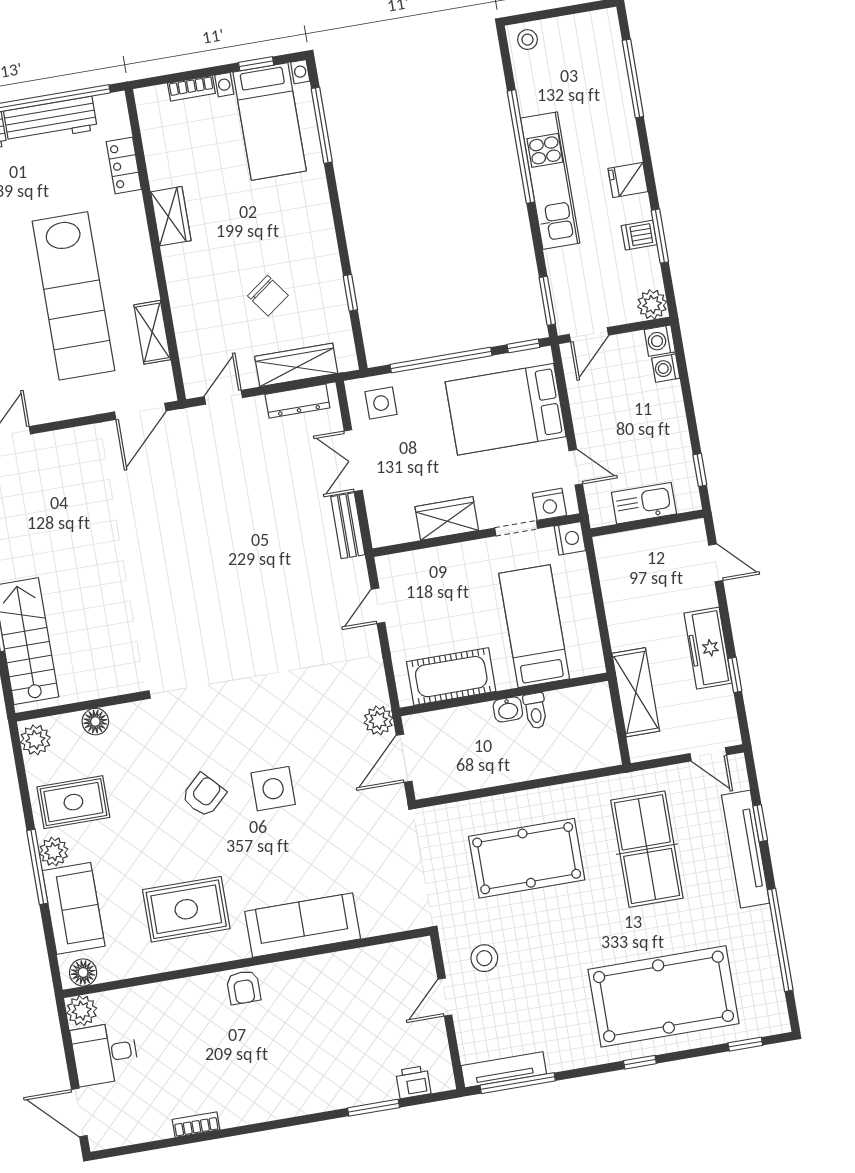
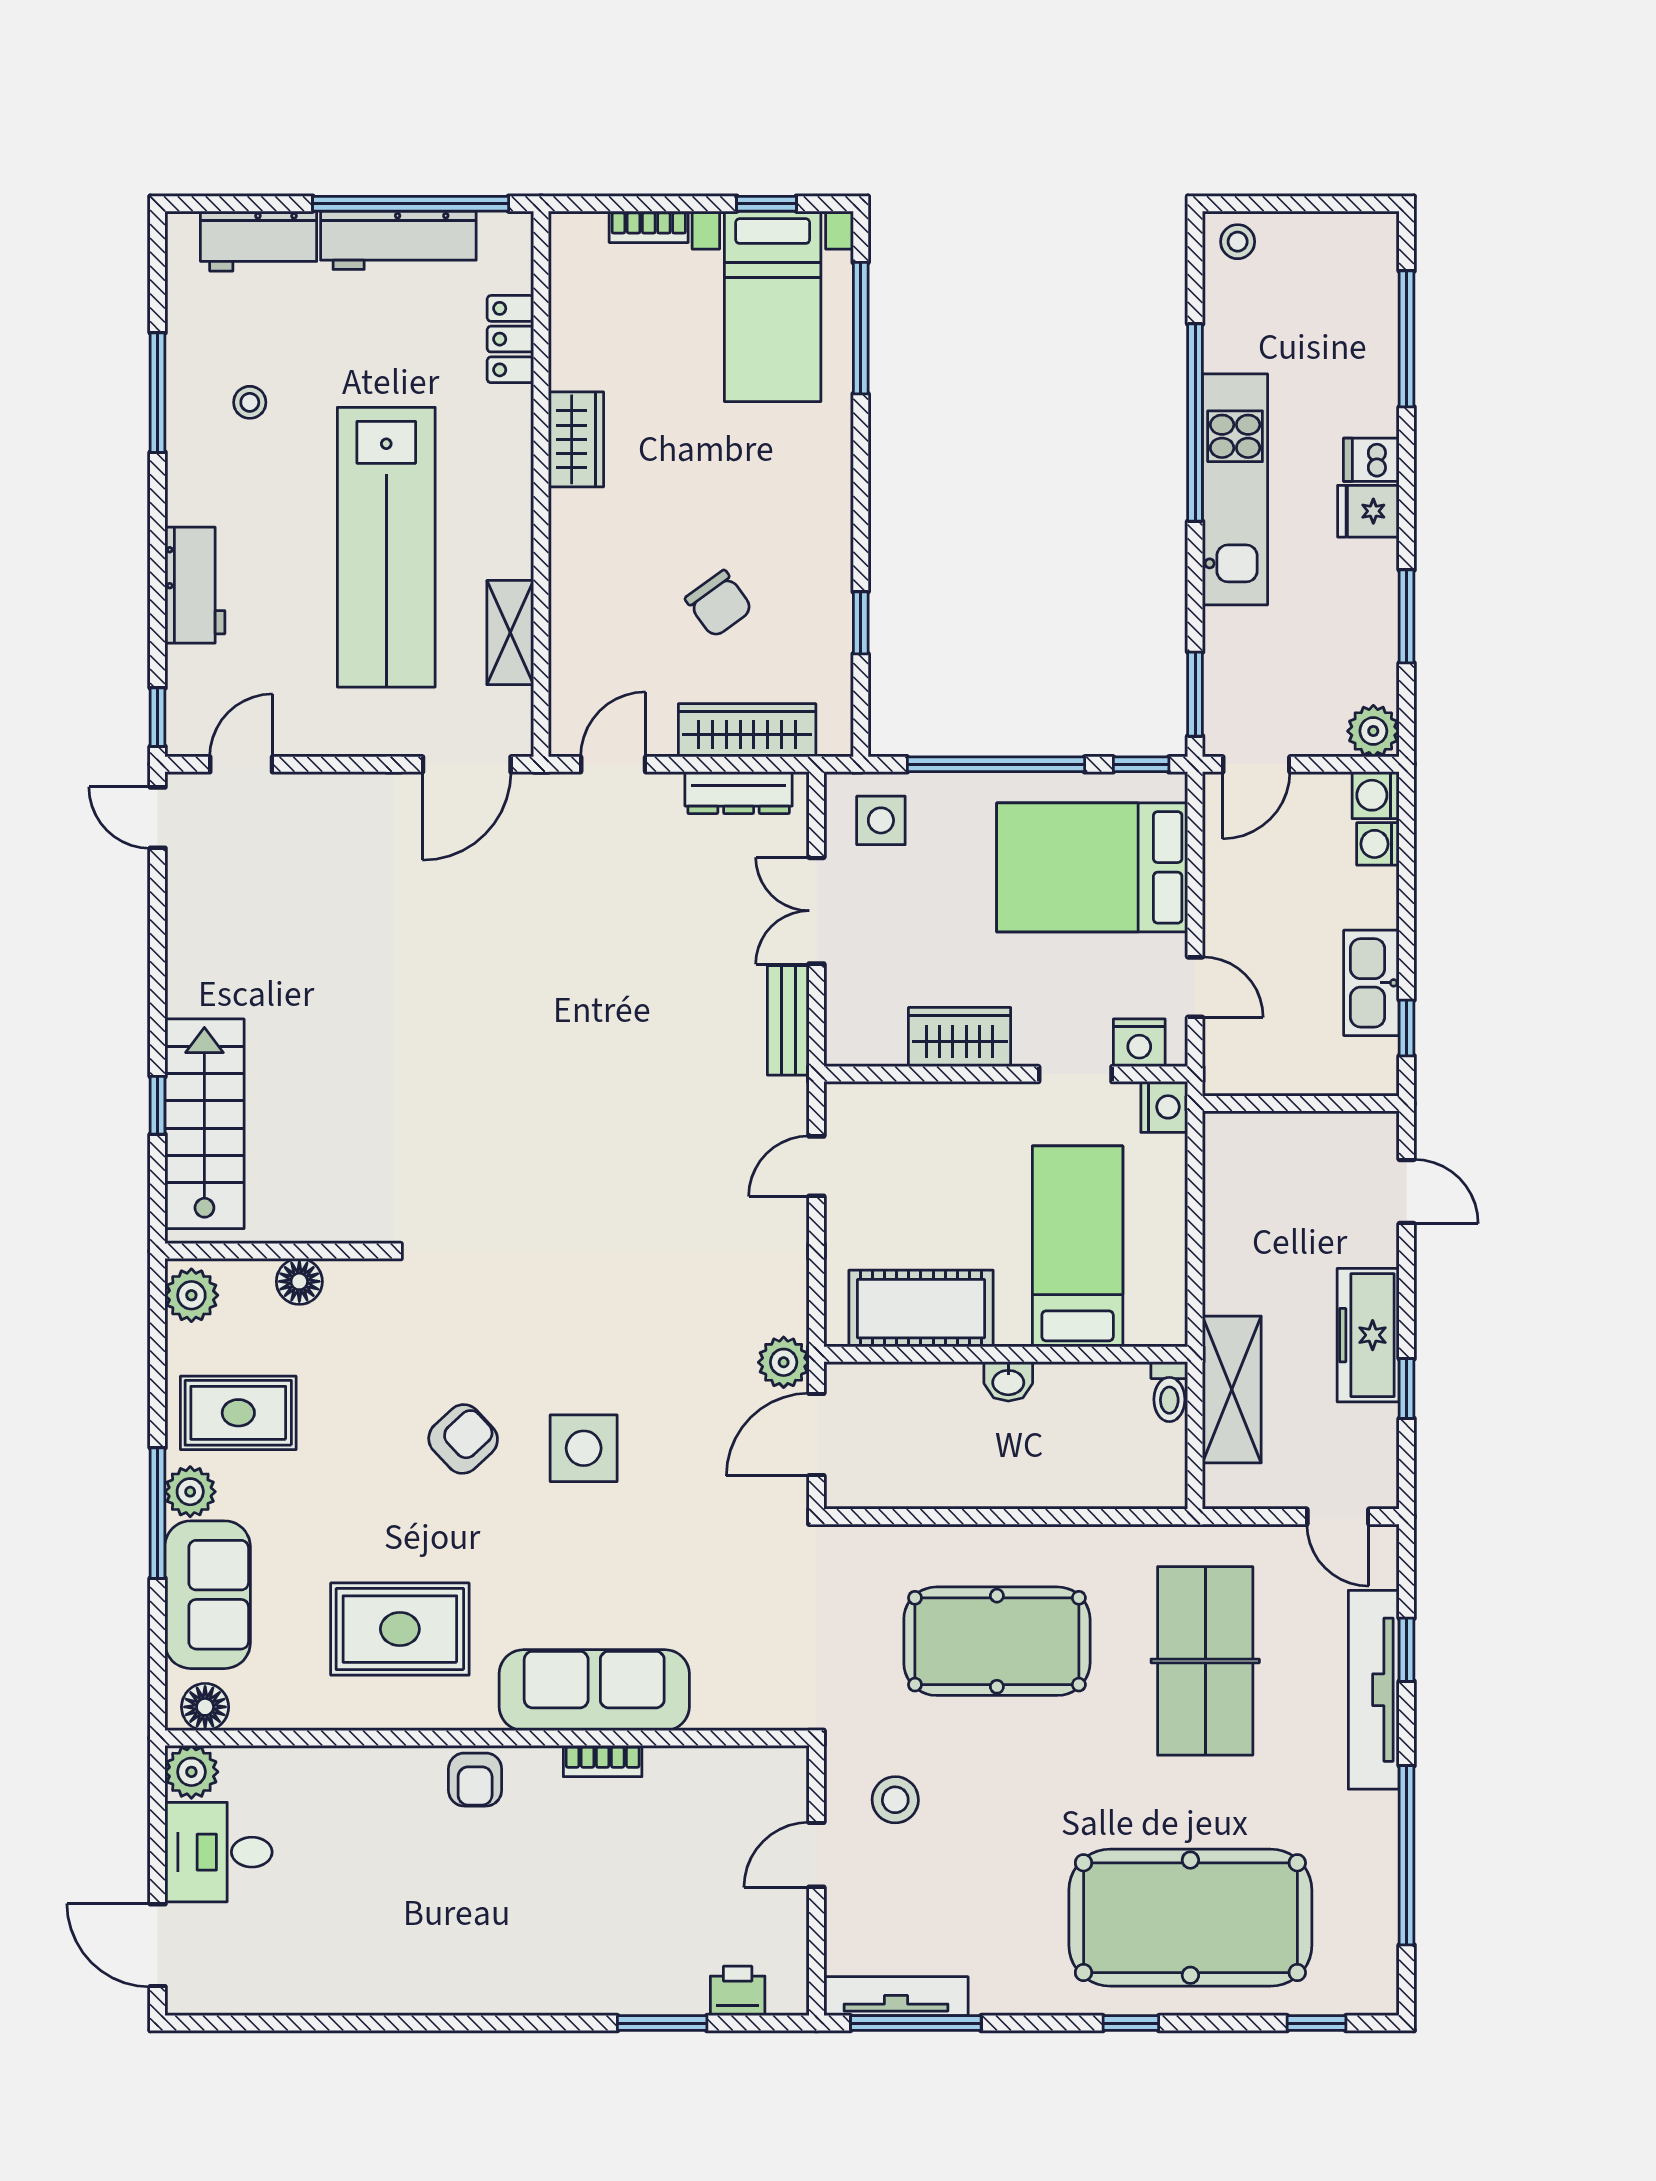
dishwasher: (639, 235) -> (1371, 460), moved
kitchen sink: (644, 503) -> (1371, 983), moved, turned -90
toilet: (535, 711) -> (1169, 1392), moved
bookcase: (196, 1125) -> (603, 1761), moved, turned 180

